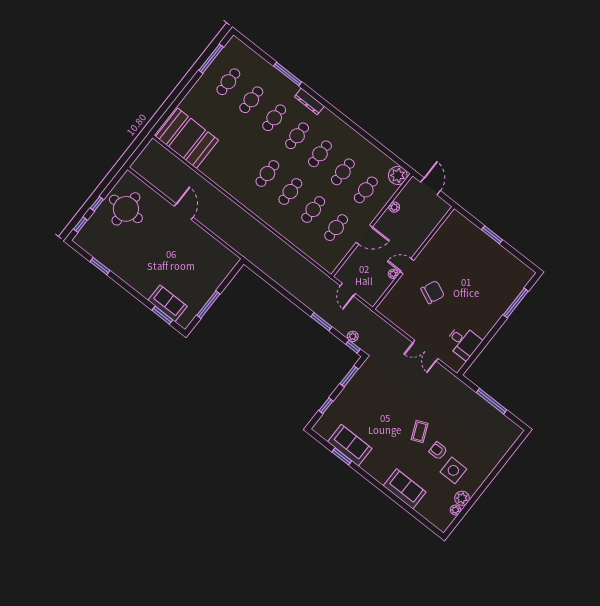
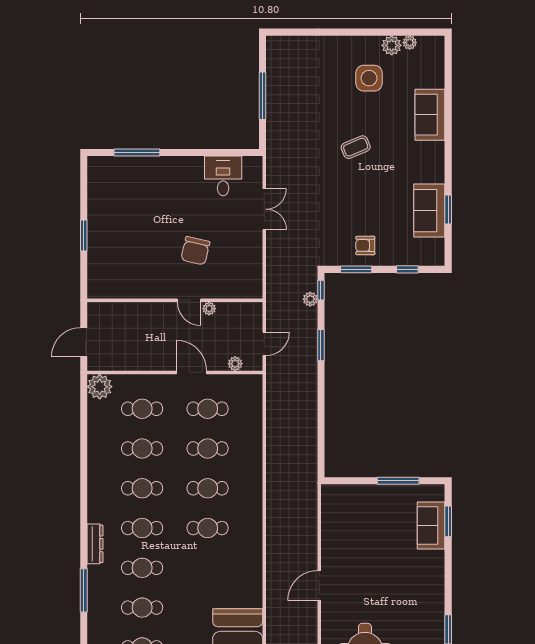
plant: (394, 207) -> (235, 364), moved
chair: (433, 292) -> (195, 251), turned -101
armchair: (438, 451) -> (365, 245), moved, turned 90

